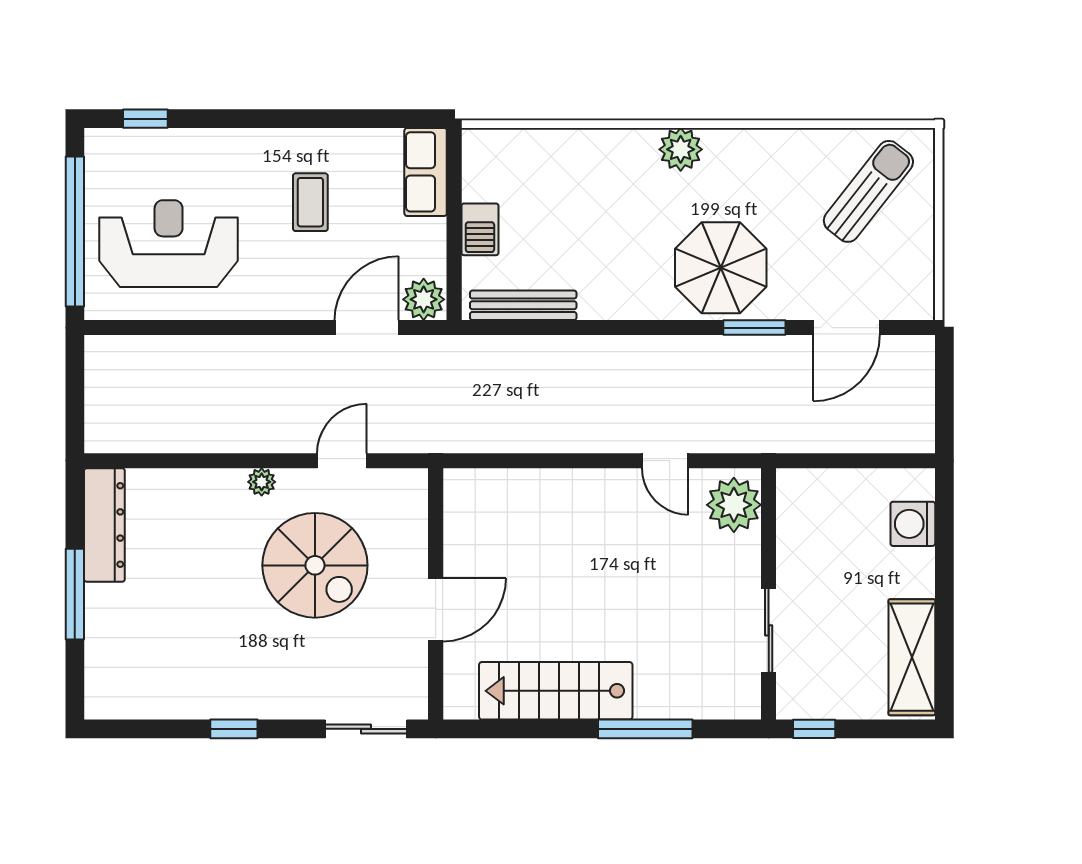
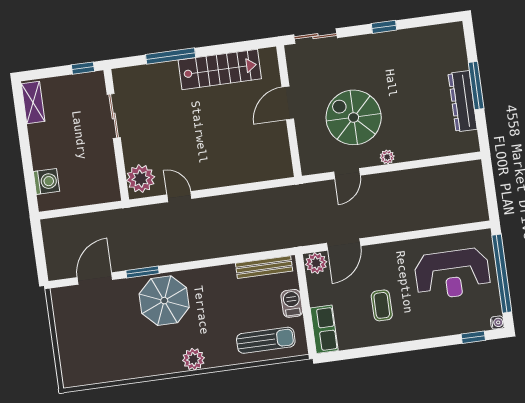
water cooler: (96, 140) -> (497, 323), added
sun lounger: (868, 191) -> (266, 340), moved, turned -128
dresser: (104, 525) -> (463, 101), moved
shelving: (912, 657) -> (33, 103), width x0.67, depth x0.75

